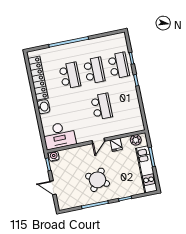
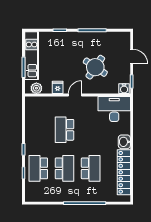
school desk: (94, 70) -> (64, 168), turned 180
school desk: (70, 75) -> (91, 168), turned 180
round table: (98, 180) -> (95, 67), moved

